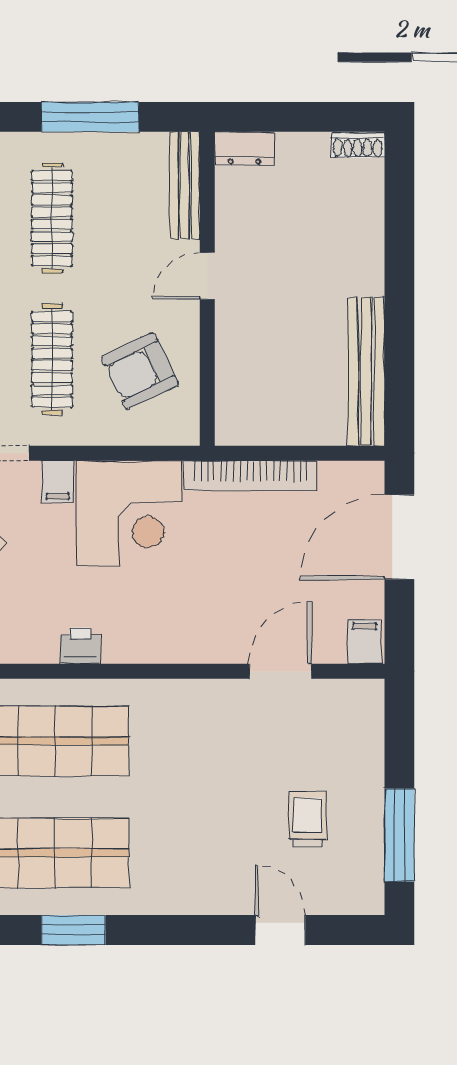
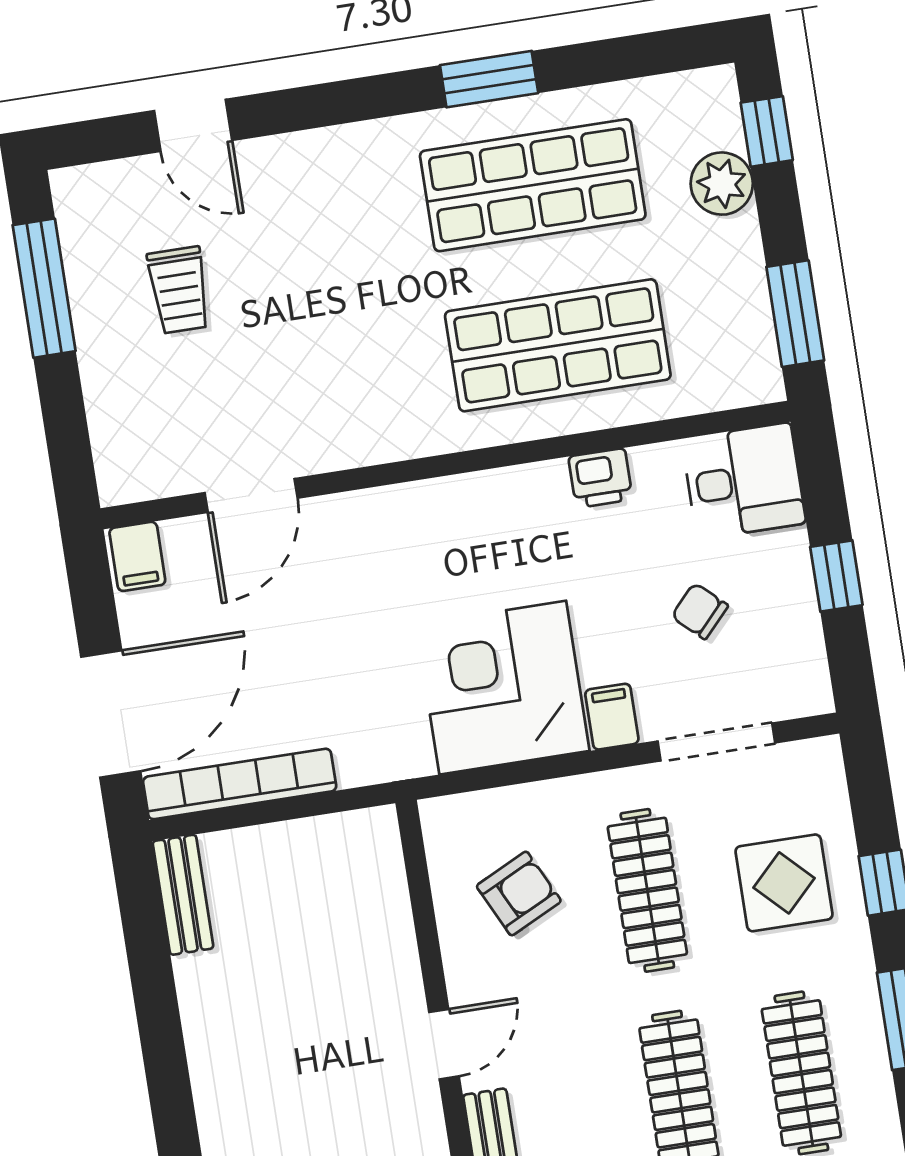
armchair: (140, 371) -> (519, 893), width x0.72, depth x0.72
bench: (366, 372) -> (183, 895), width x0.54, depth x0.82
bookcase: (250, 476) -> (240, 784), moved
printer: (80, 646) -> (600, 478), moved

